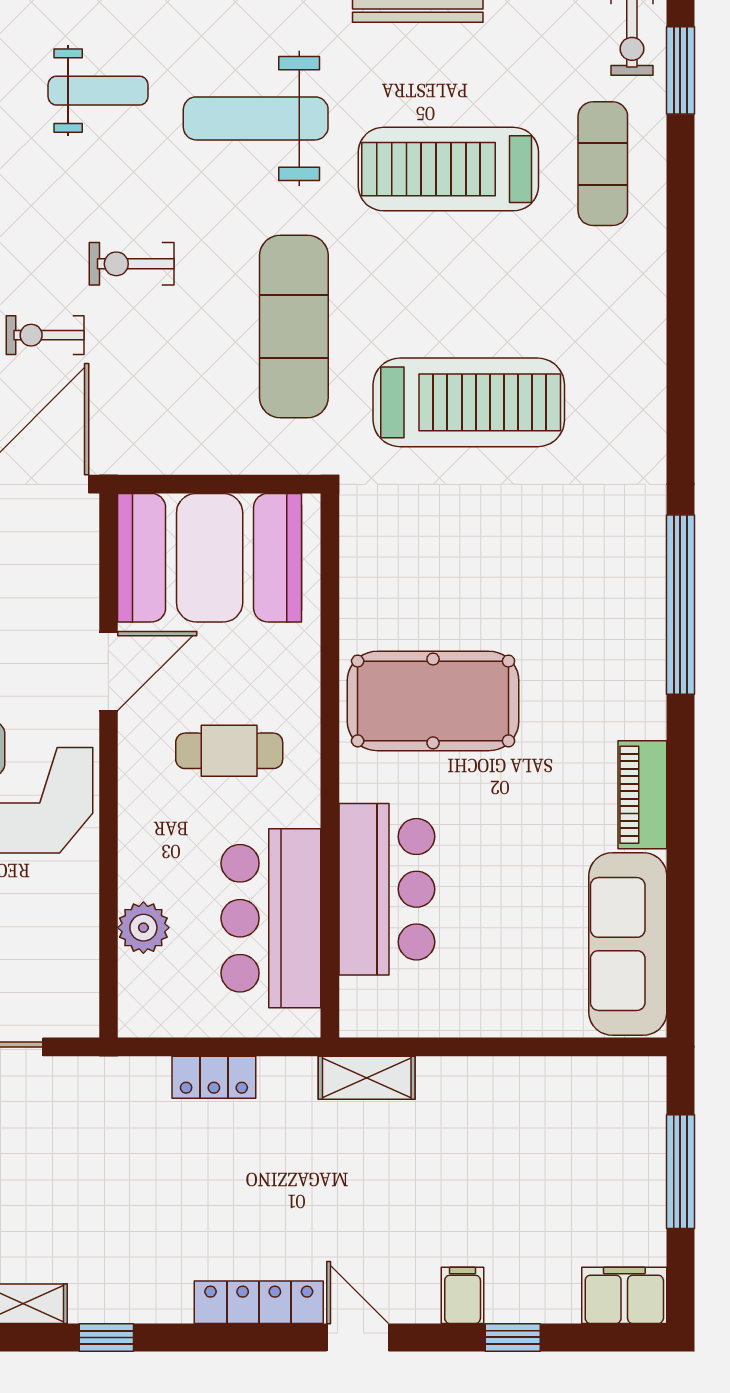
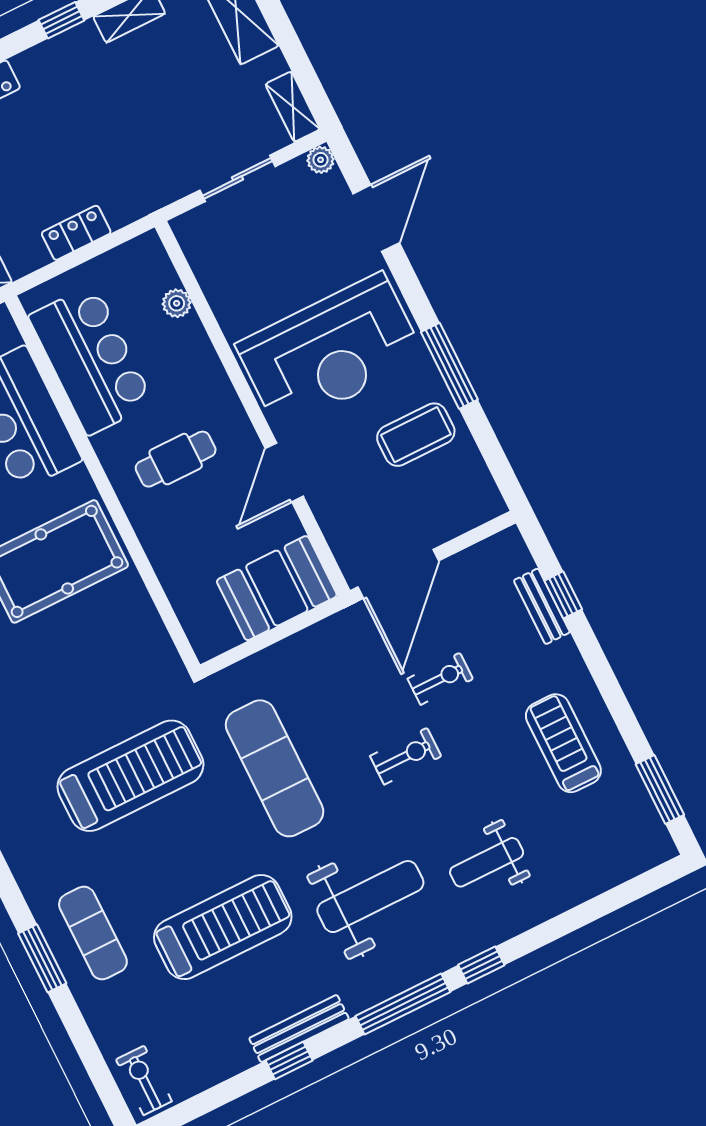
window: (680, 70) -> (42, 958), moved
exercise mat: (603, 164) -> (93, 933), moved
treadmill: (469, 402) -> (130, 776), turned 180
booth: (210, 558) -> (277, 588), width x0.73, depth x0.70
plant: (143, 928) -> (177, 303), width x0.73, depth x0.73

